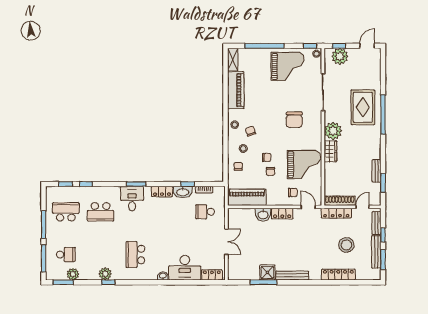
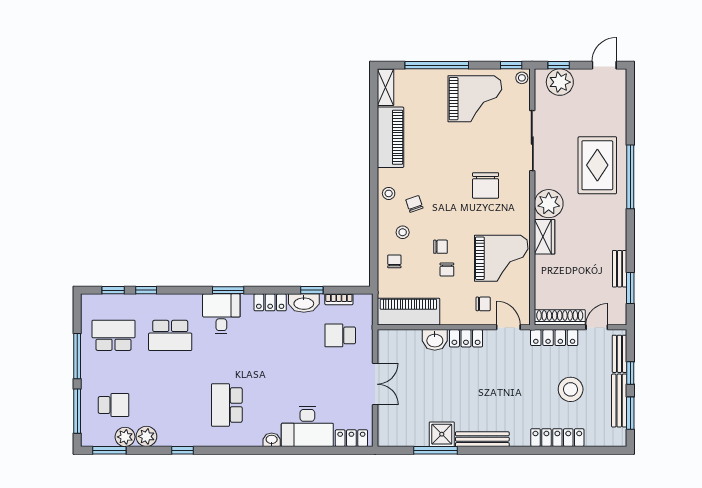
plant: (105, 274) -> (146, 436), moved

